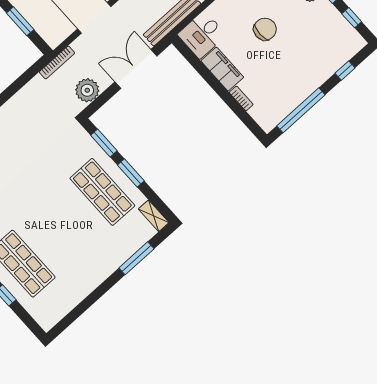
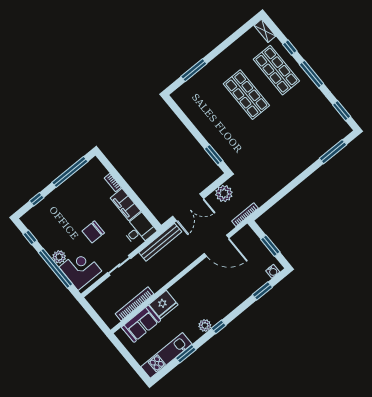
window: (131, 173) -> (195, 132), removed
shop shelf: (102, 192) -> (246, 95), moved
shelving: (154, 216) -> (265, 31), moved

